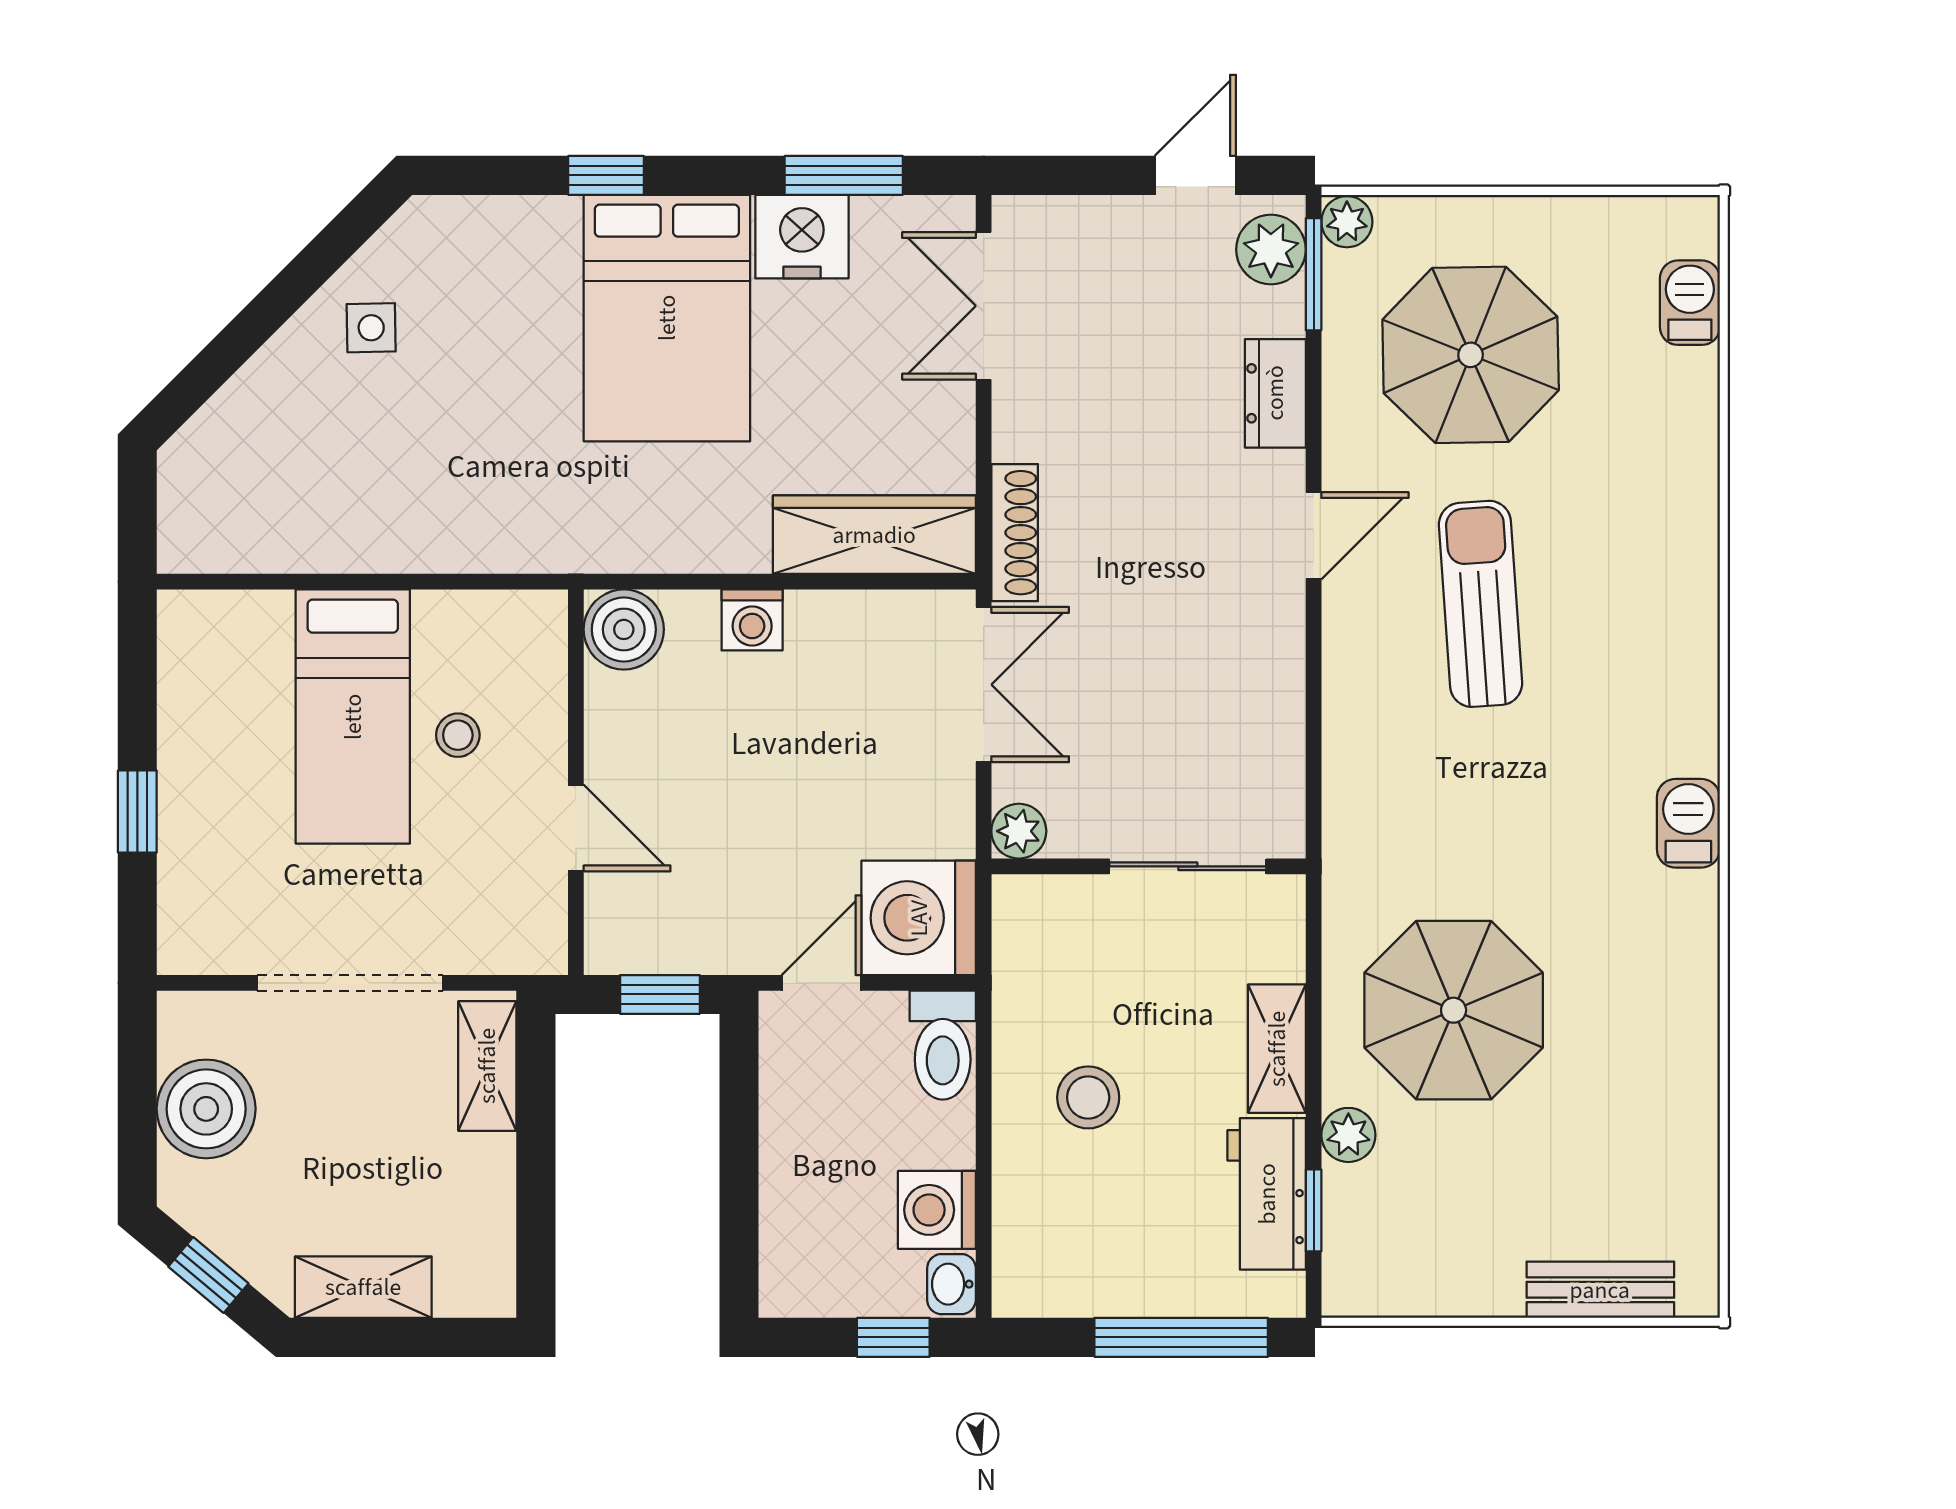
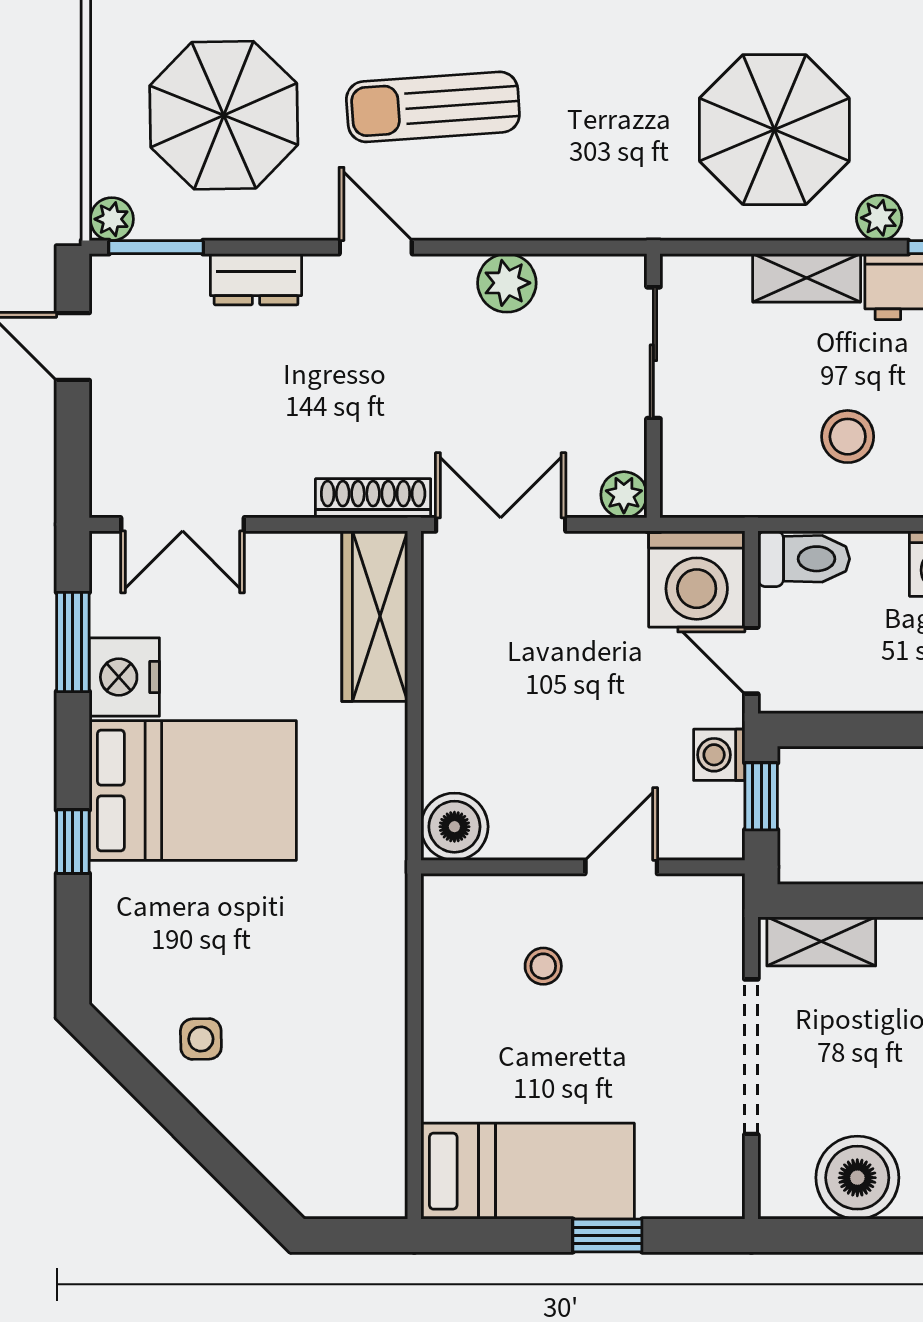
plant: (1271, 250) -> (507, 283), moved
washing machine: (752, 620) -> (719, 755), moved, turned 180
bed: (353, 717) -> (528, 1171), moved

